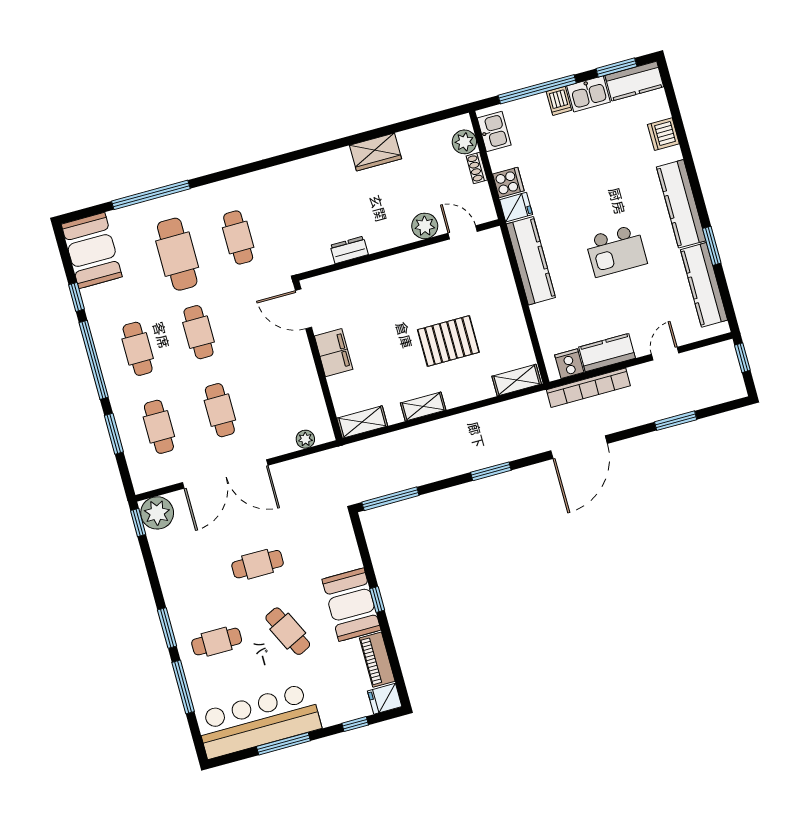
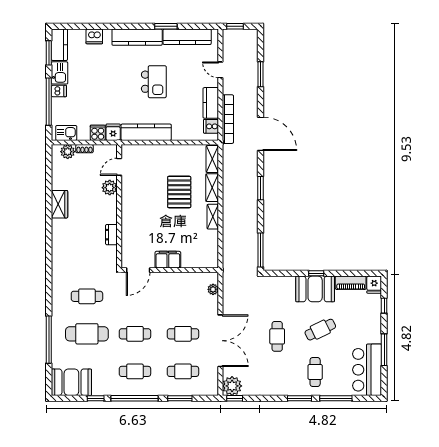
shelving: (362, 422) -> (212, 188), moved
bar counter: (259, 721) -> (367, 370), width x0.73

